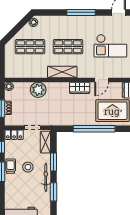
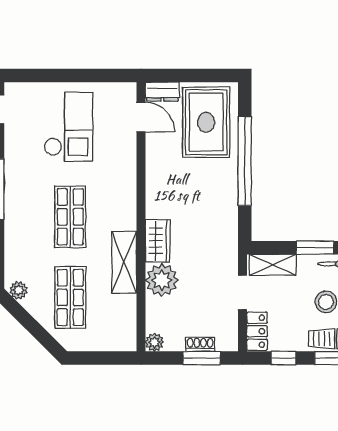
shelving: (62, 72) -> (124, 262), moved
door: (102, 80) -> (141, 117), moved
wardrobe: (80, 88) -> (158, 241), moved

